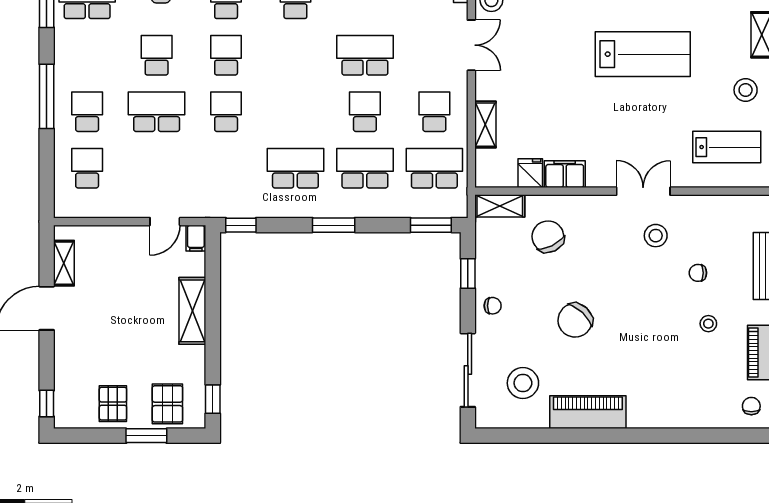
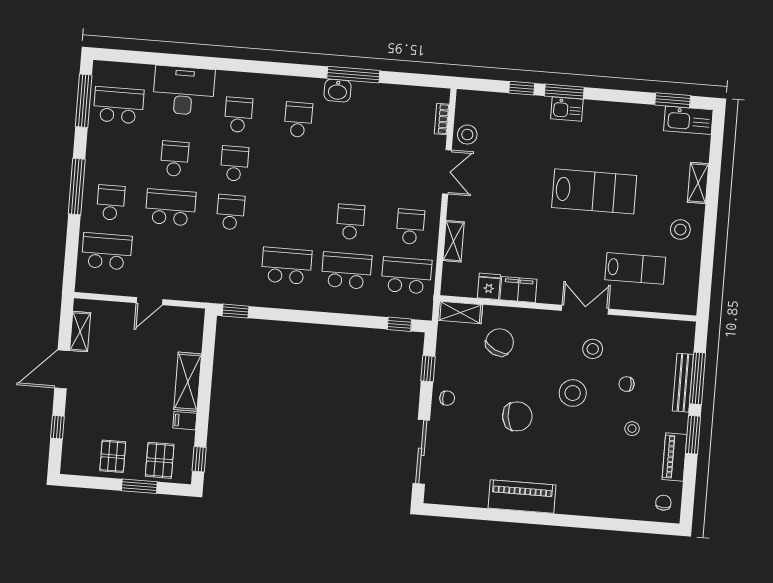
school desk: (365, 55) -> (354, 173), removed
lab bench: (727, 147) -> (635, 268), moved
school desk: (87, 168) -> (107, 251), width x1.85
door: (165, 222) -> (150, 301), moved
window: (334, 225) -> (316, 317), removed
window: (431, 225) -> (399, 324), width x0.67
chair: (548, 237) -> (500, 342), turned 52
filing cabinet: (196, 238) -> (185, 421), moved, turned 90
chair: (575, 320) -> (517, 416), turned -141
stool: (523, 383) -> (573, 393), moved
window: (47, 403) -> (57, 427), moved

